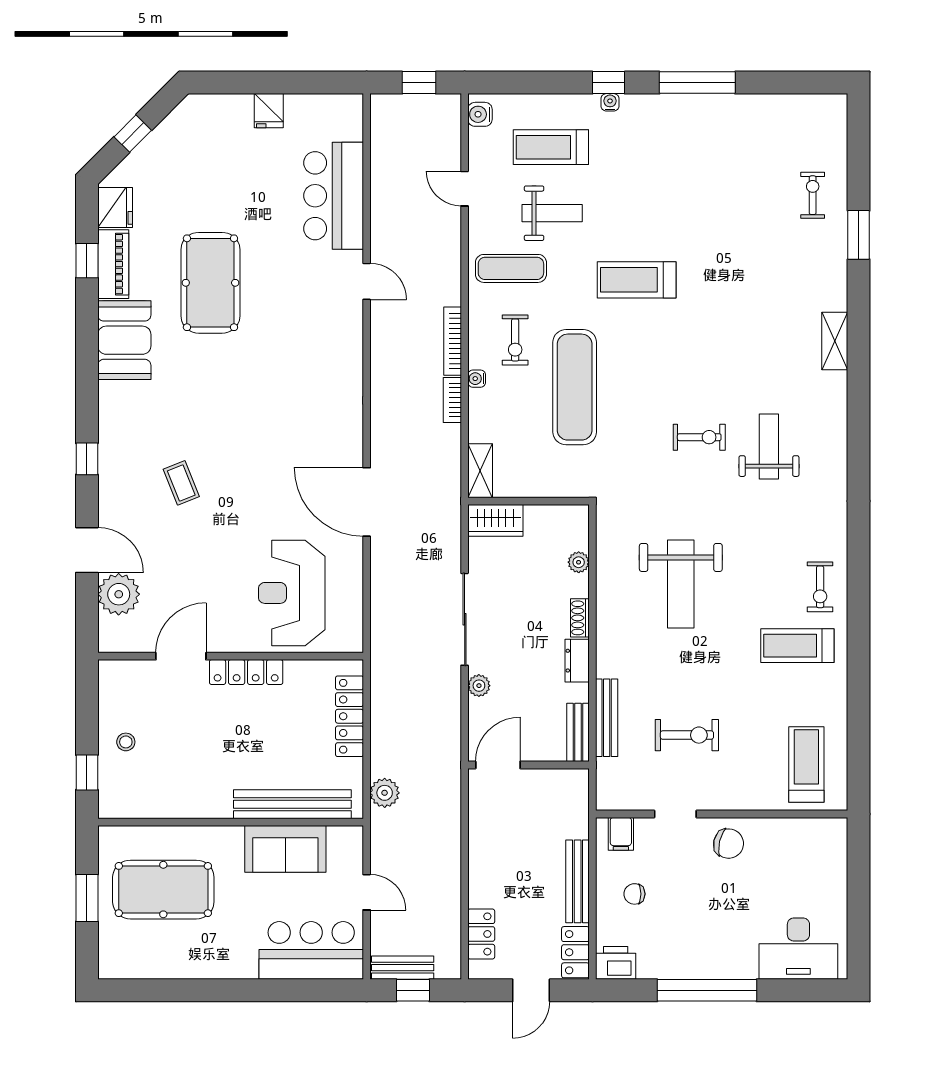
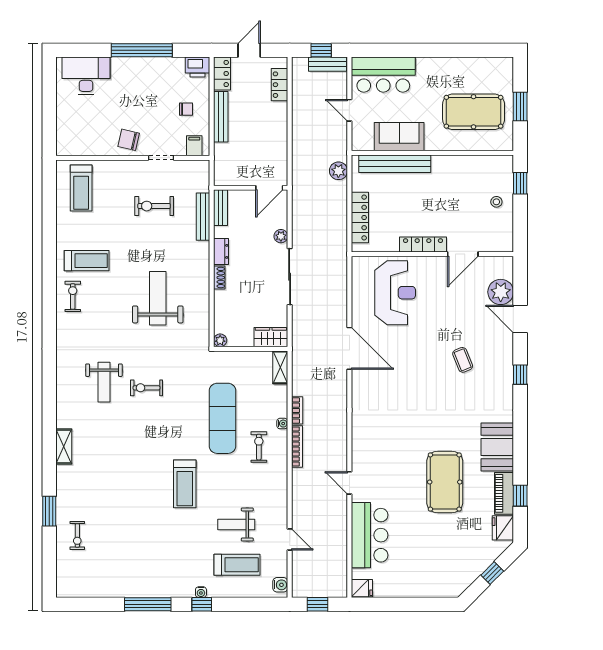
fridge: (269, 111) -> (362, 588), moved, turned 90
exercise mat: (511, 268) -> (261, 491), removed
treadmill: (637, 280) -> (185, 484), turned 90
plant: (579, 562) -> (220, 340), moved

